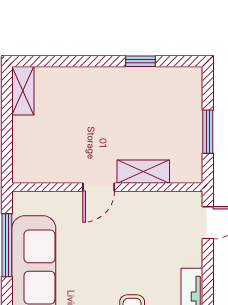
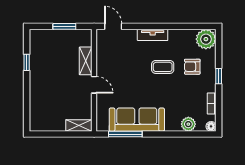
shelving: (23, 91) -> (79, 125), moved

